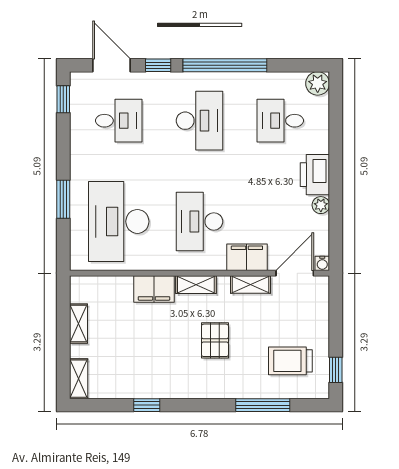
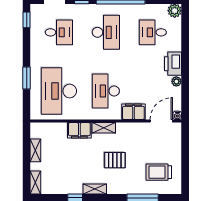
shelving: (251, 285) -> (95, 189), moved
pallet: (215, 340) -> (115, 160), turned 90
window: (336, 370) -> (185, 177), removed

